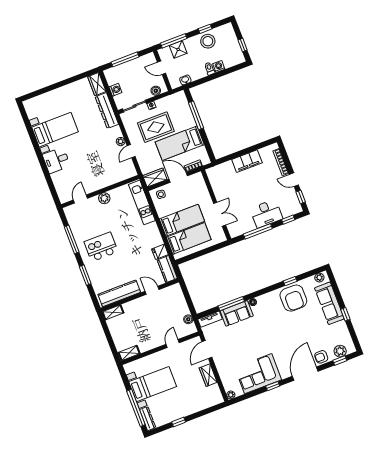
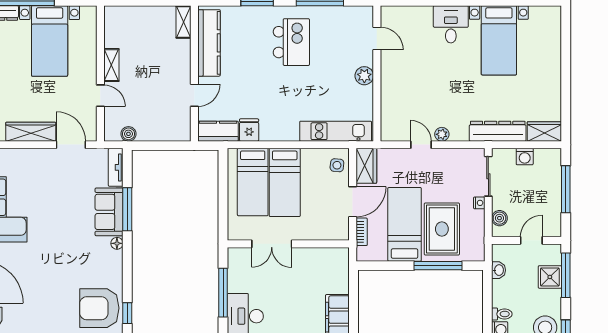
rug: (156, 127) -> (442, 229), moved
shelving: (129, 353) -> (111, 65), moved
wardrobe: (208, 375) -> (31, 132), width x1.50

